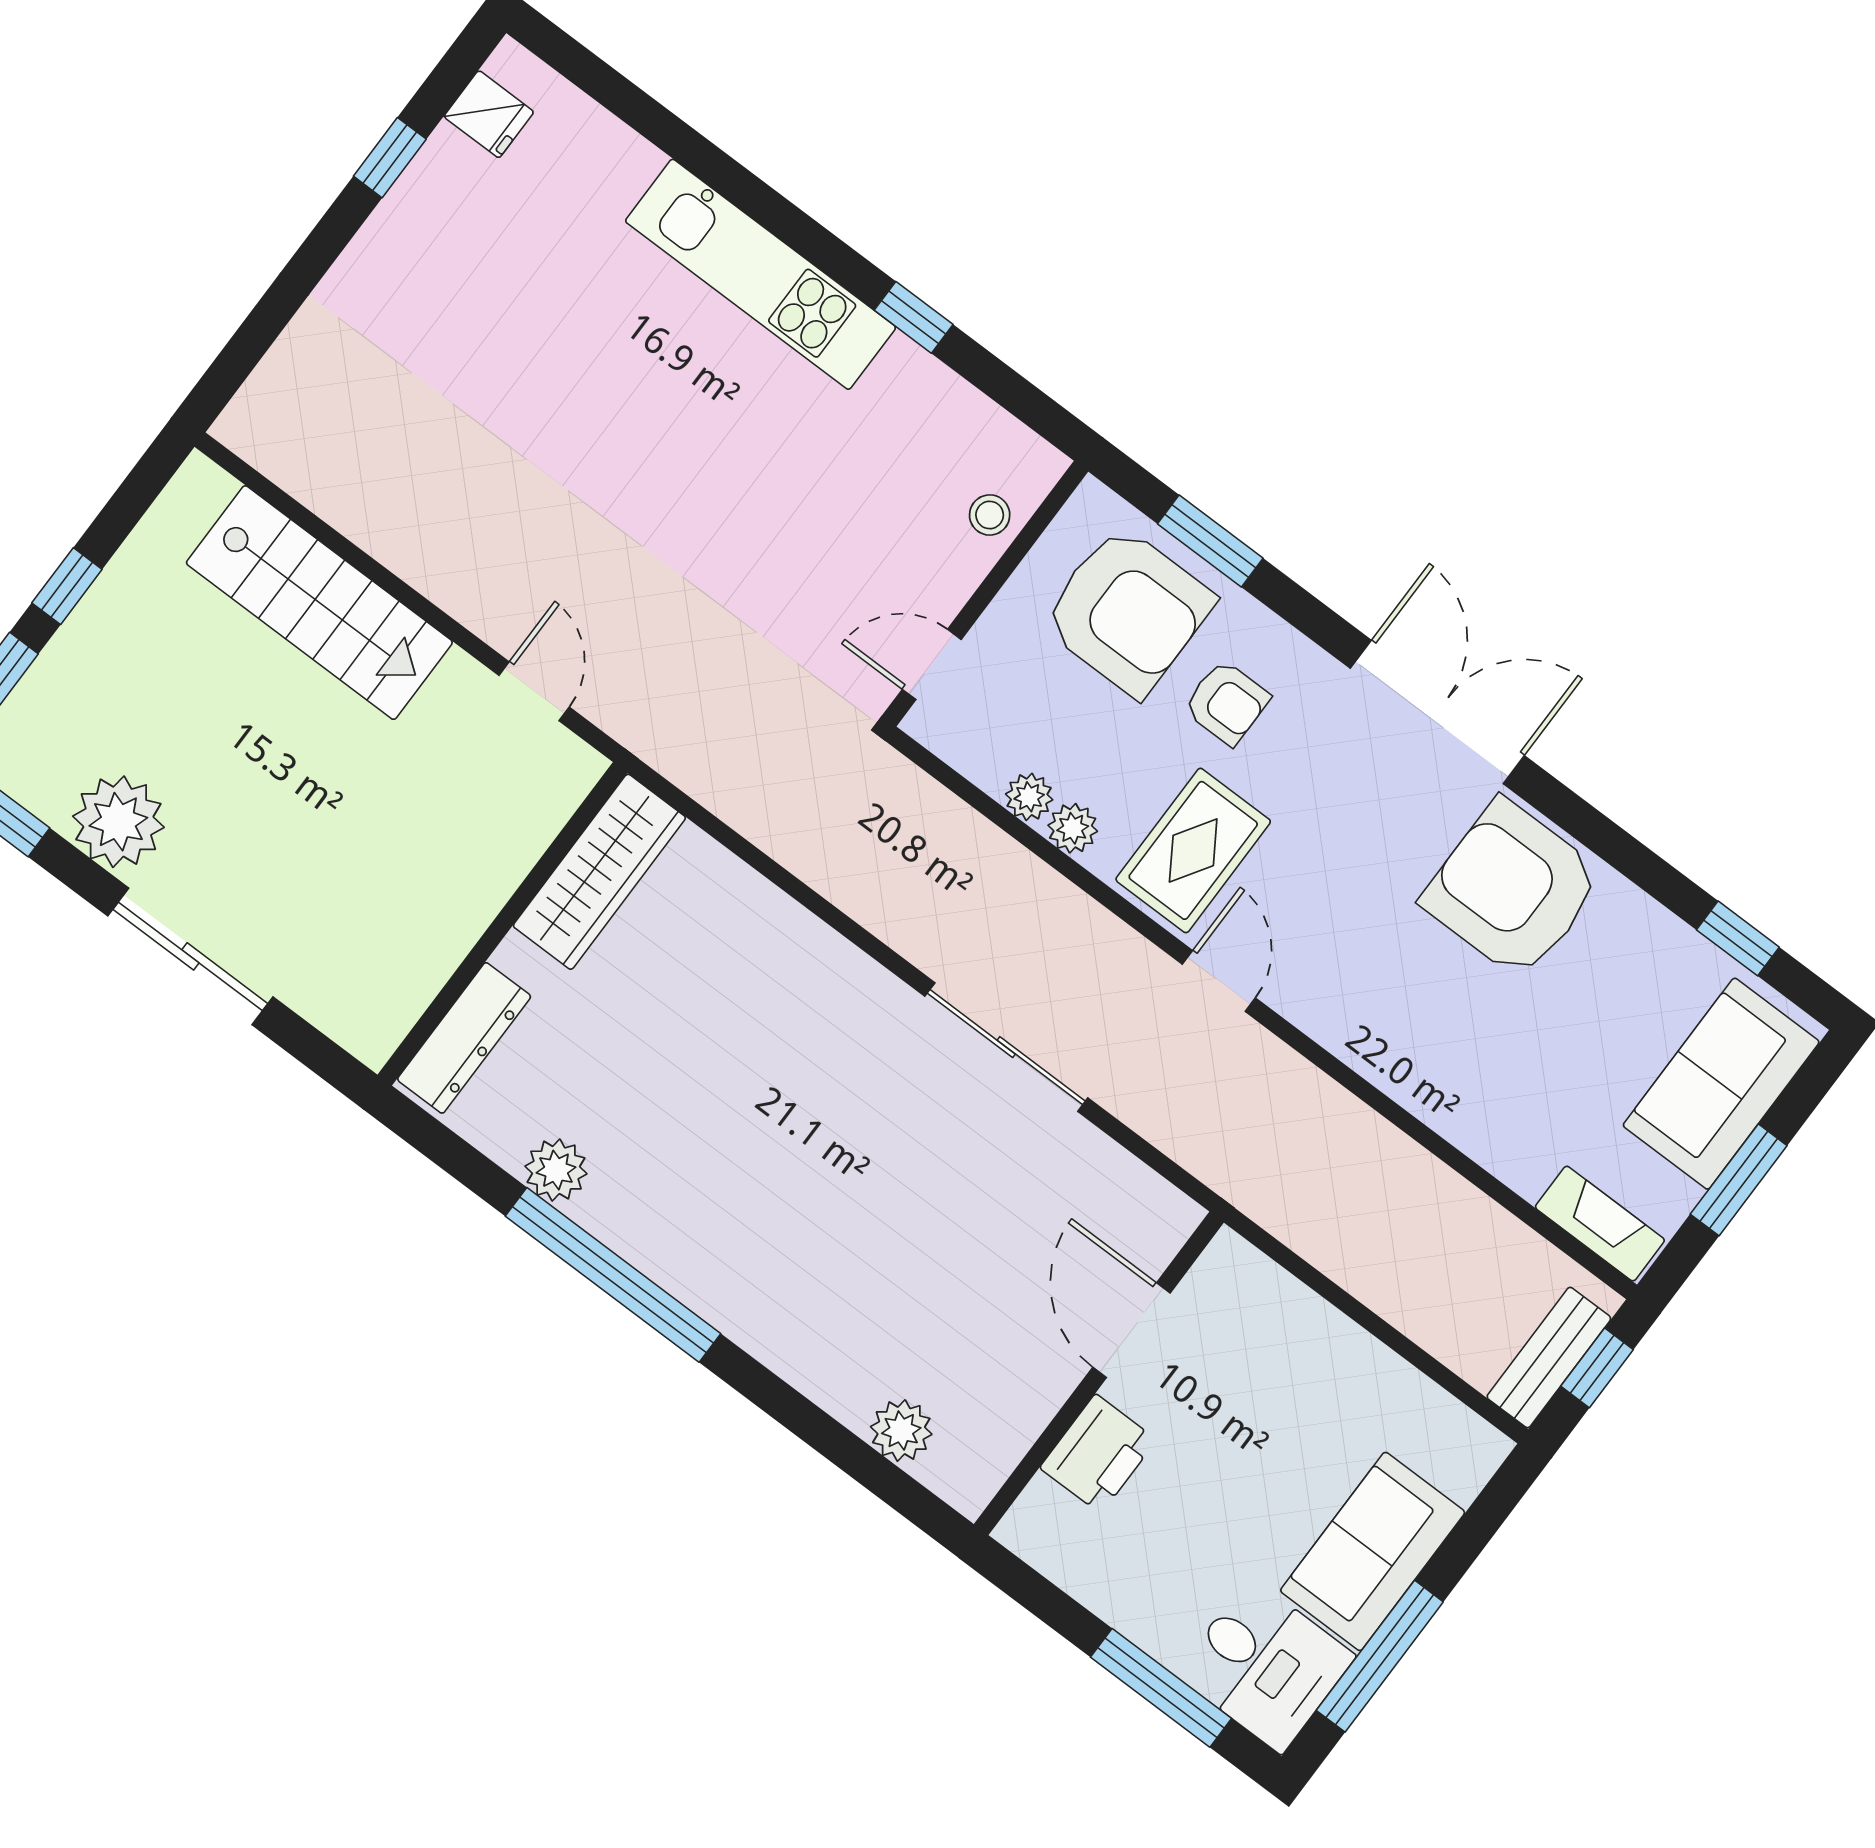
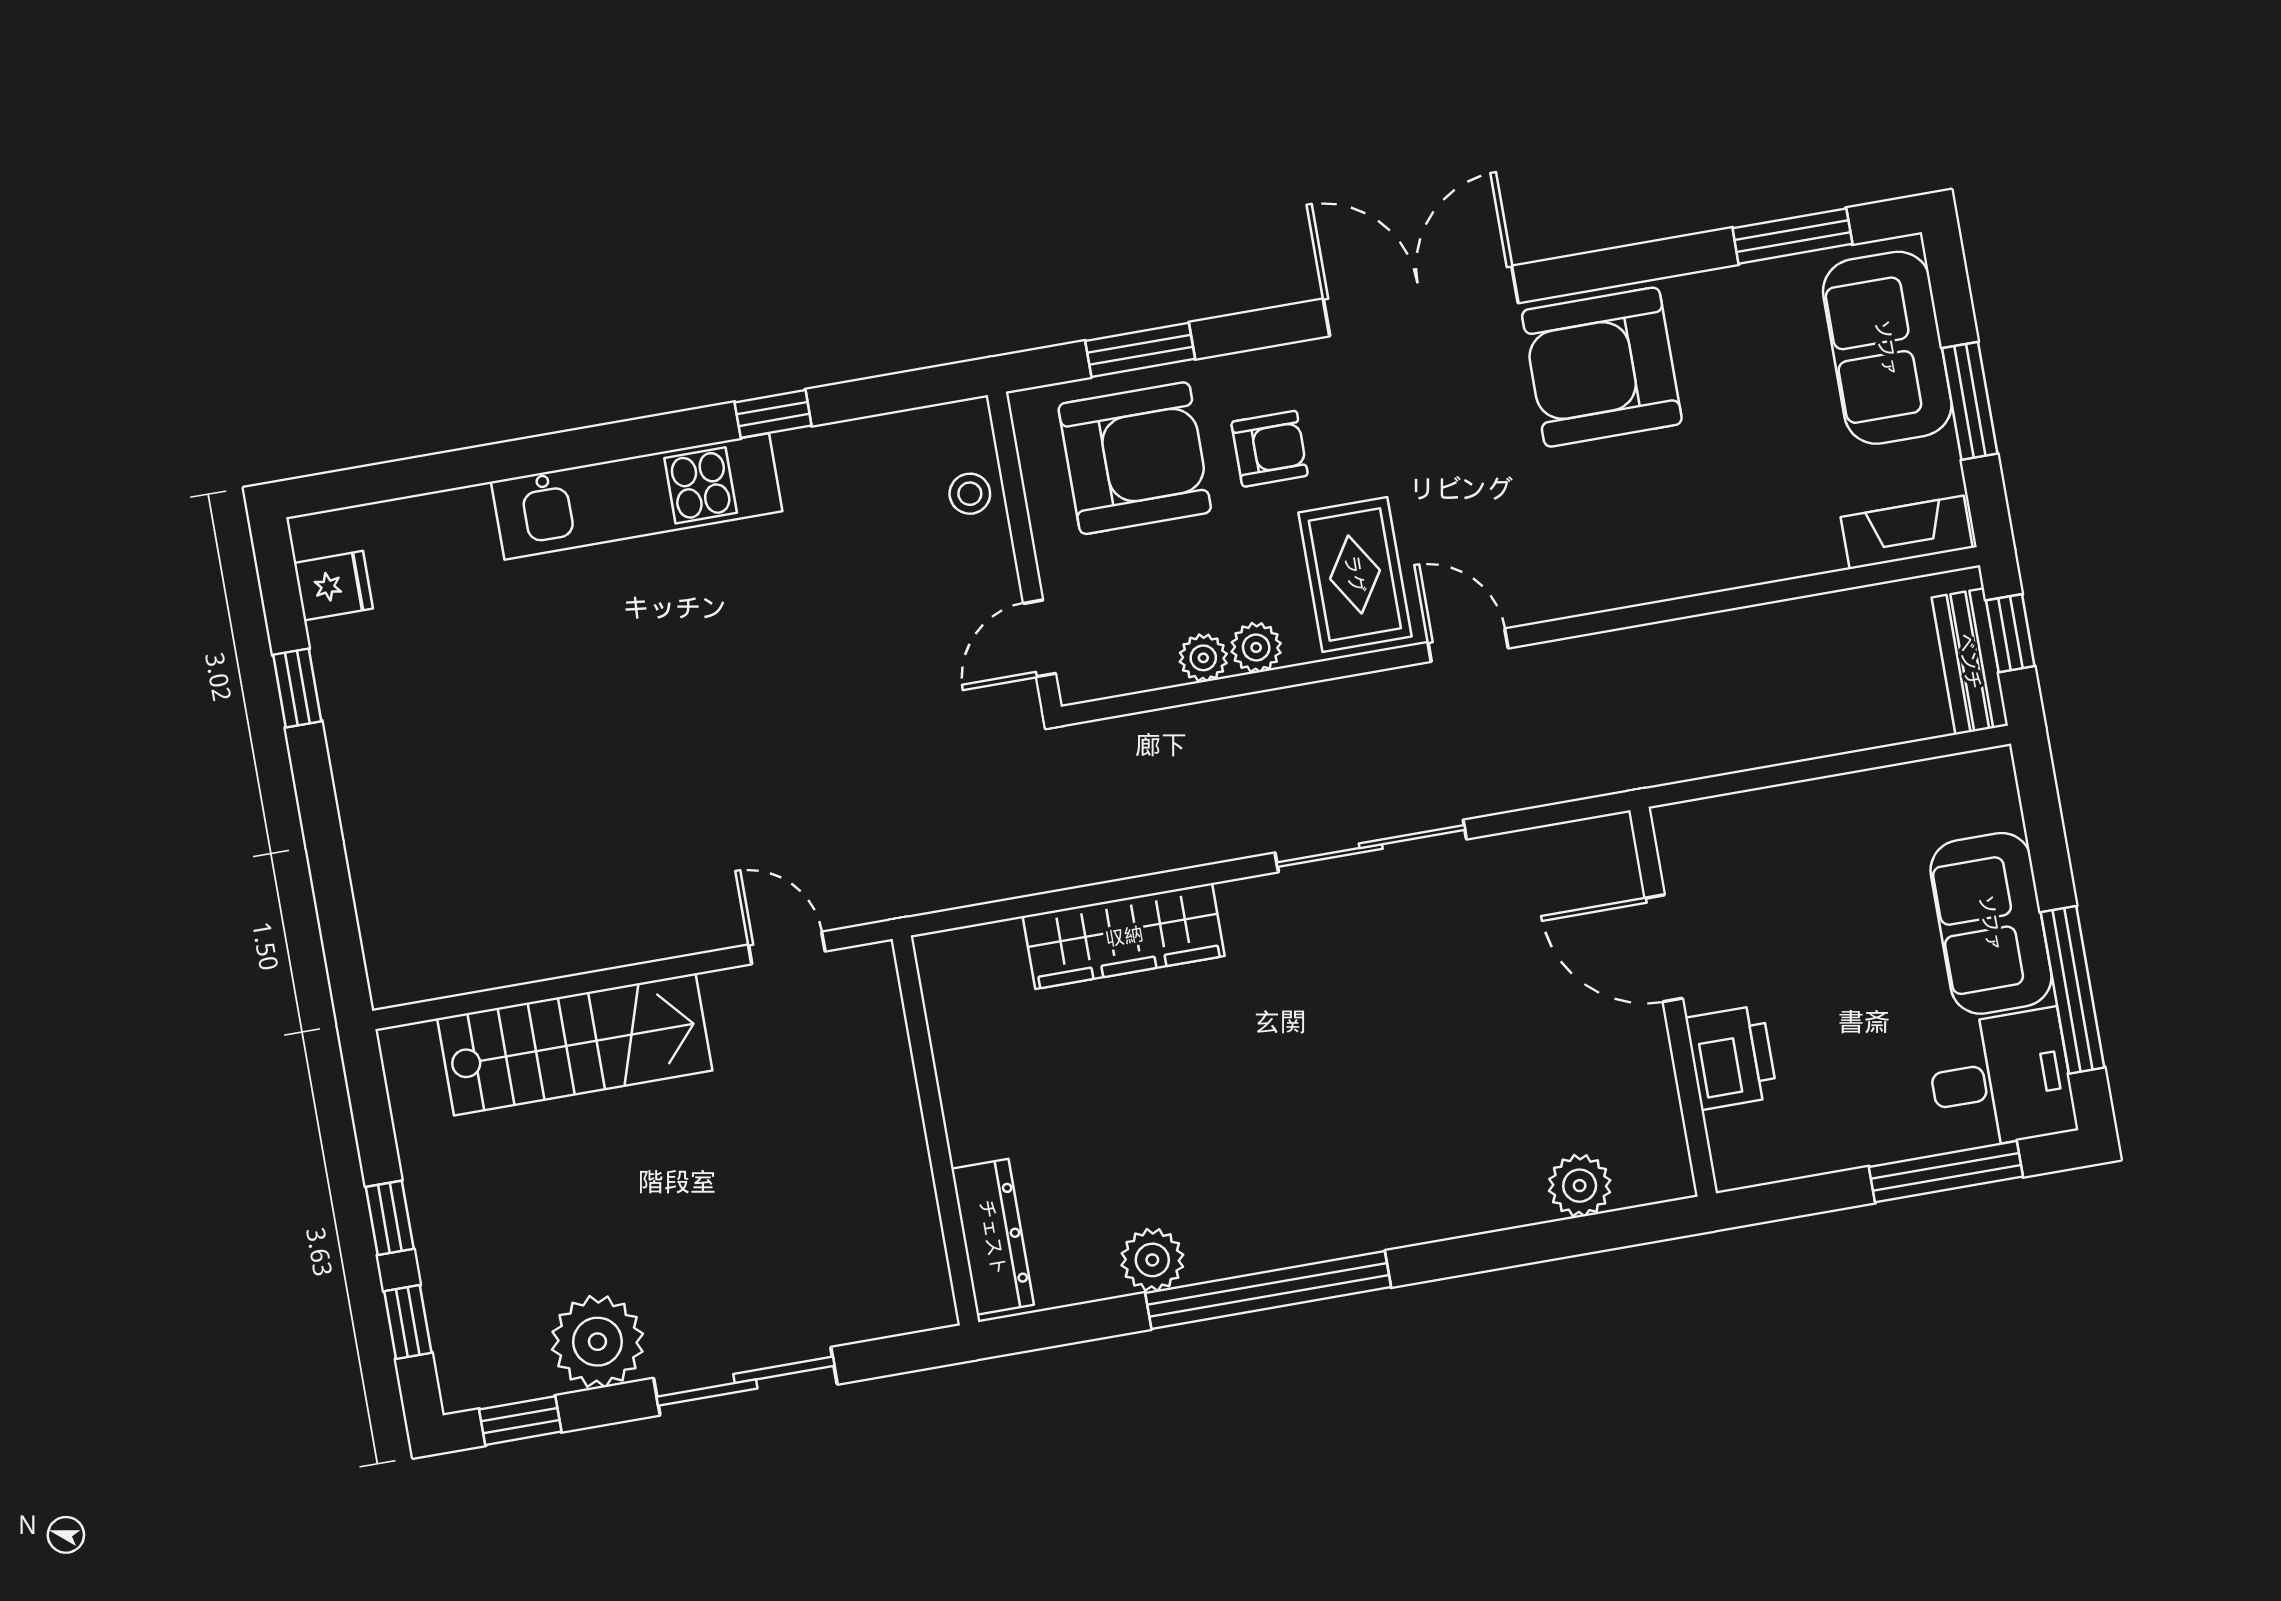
wardrobe: (599, 872) -> (1124, 936), moved, turned 90
window: (1738, 938) -> (1792, 236), width x1.50

